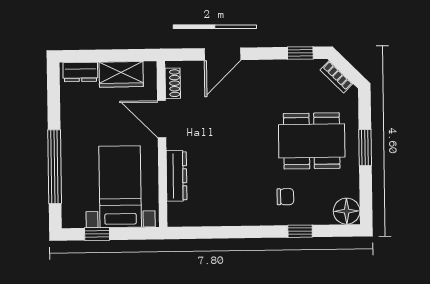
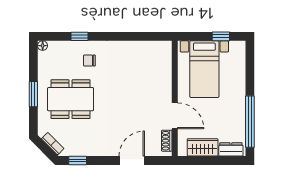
window: (55, 167) -> (250, 122), moved
dresser: (177, 176) -> (165, 76), removed
floor lamp: (347, 211) -> (43, 46), width x0.53, depth x0.53

